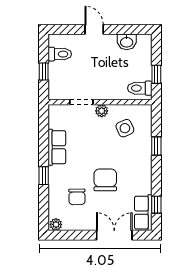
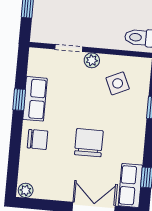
window: (44, 176) -> (19, 100), moved
chair: (77, 197) -> (38, 139), moved, turned -89

